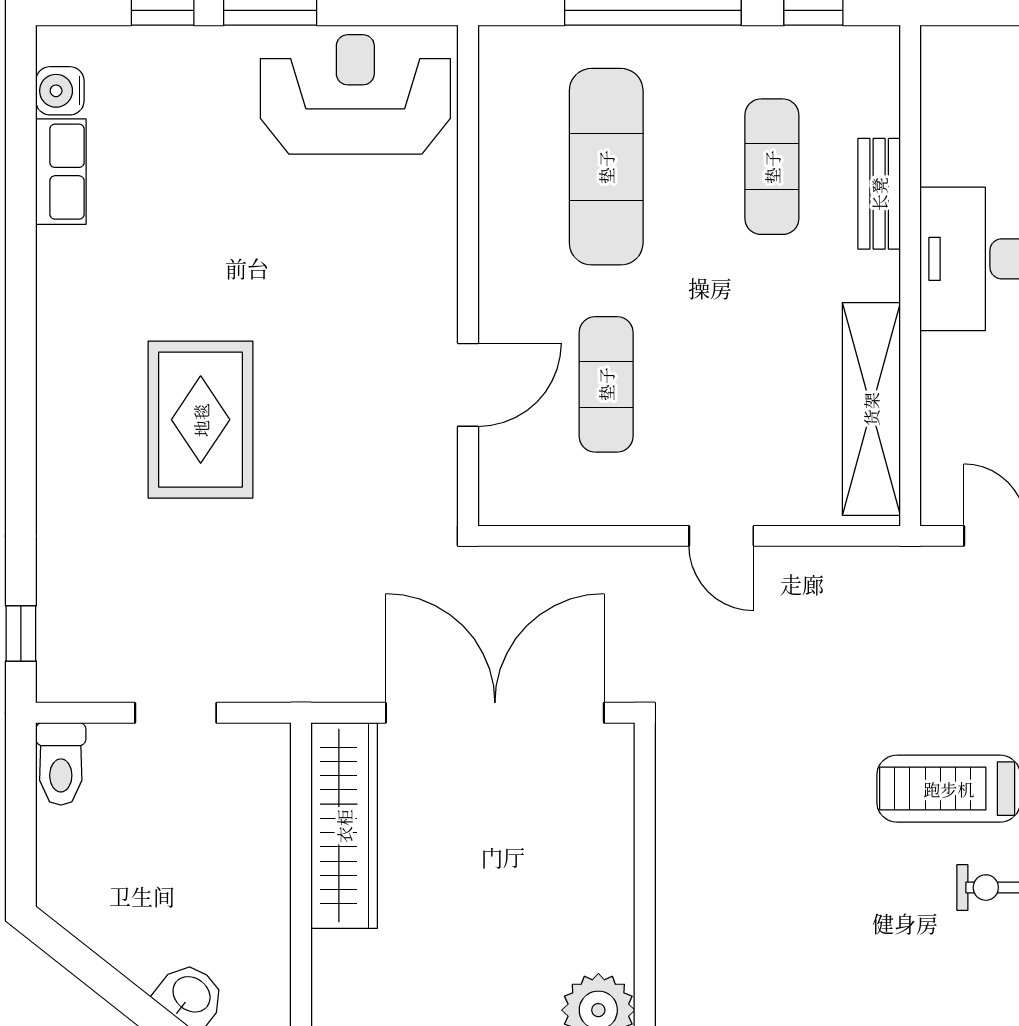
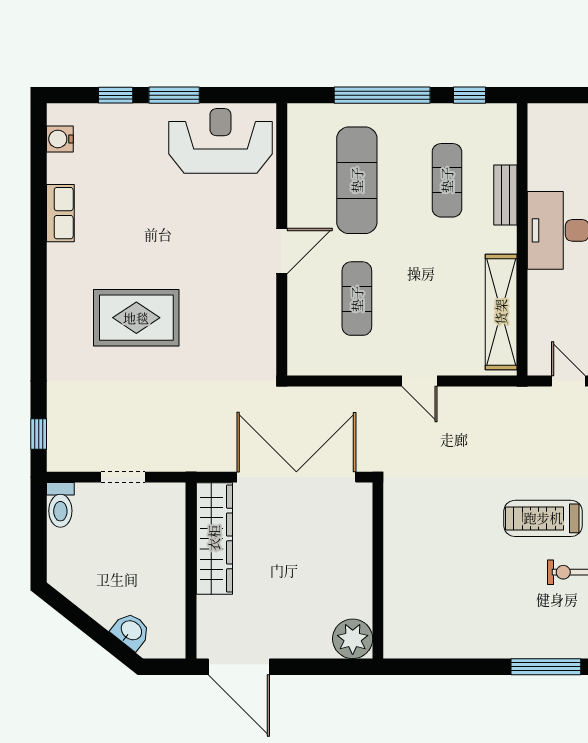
row of seats: (61, 172) -> (60, 213), moved
door: (468, 385) -> (282, 251), moved
rug: (201, 420) -> (136, 318), turned 90

